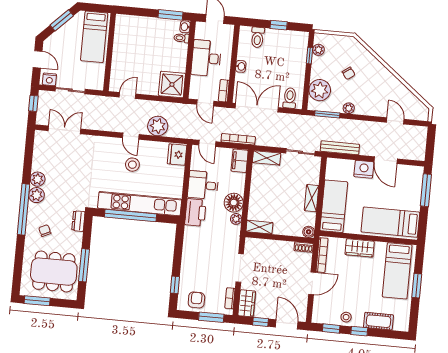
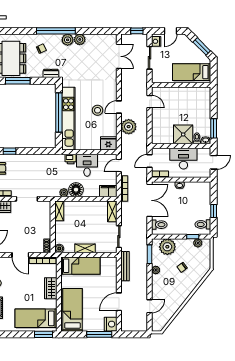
toilet: (258, 37) -> (203, 224), moved
shower: (172, 84) -> (183, 134), moved
nightstand: (364, 169) -> (111, 324), moved
printer: (195, 212) -> (71, 159), width x0.53, depth x0.68
window: (417, 286) -> (43, 334), moved

